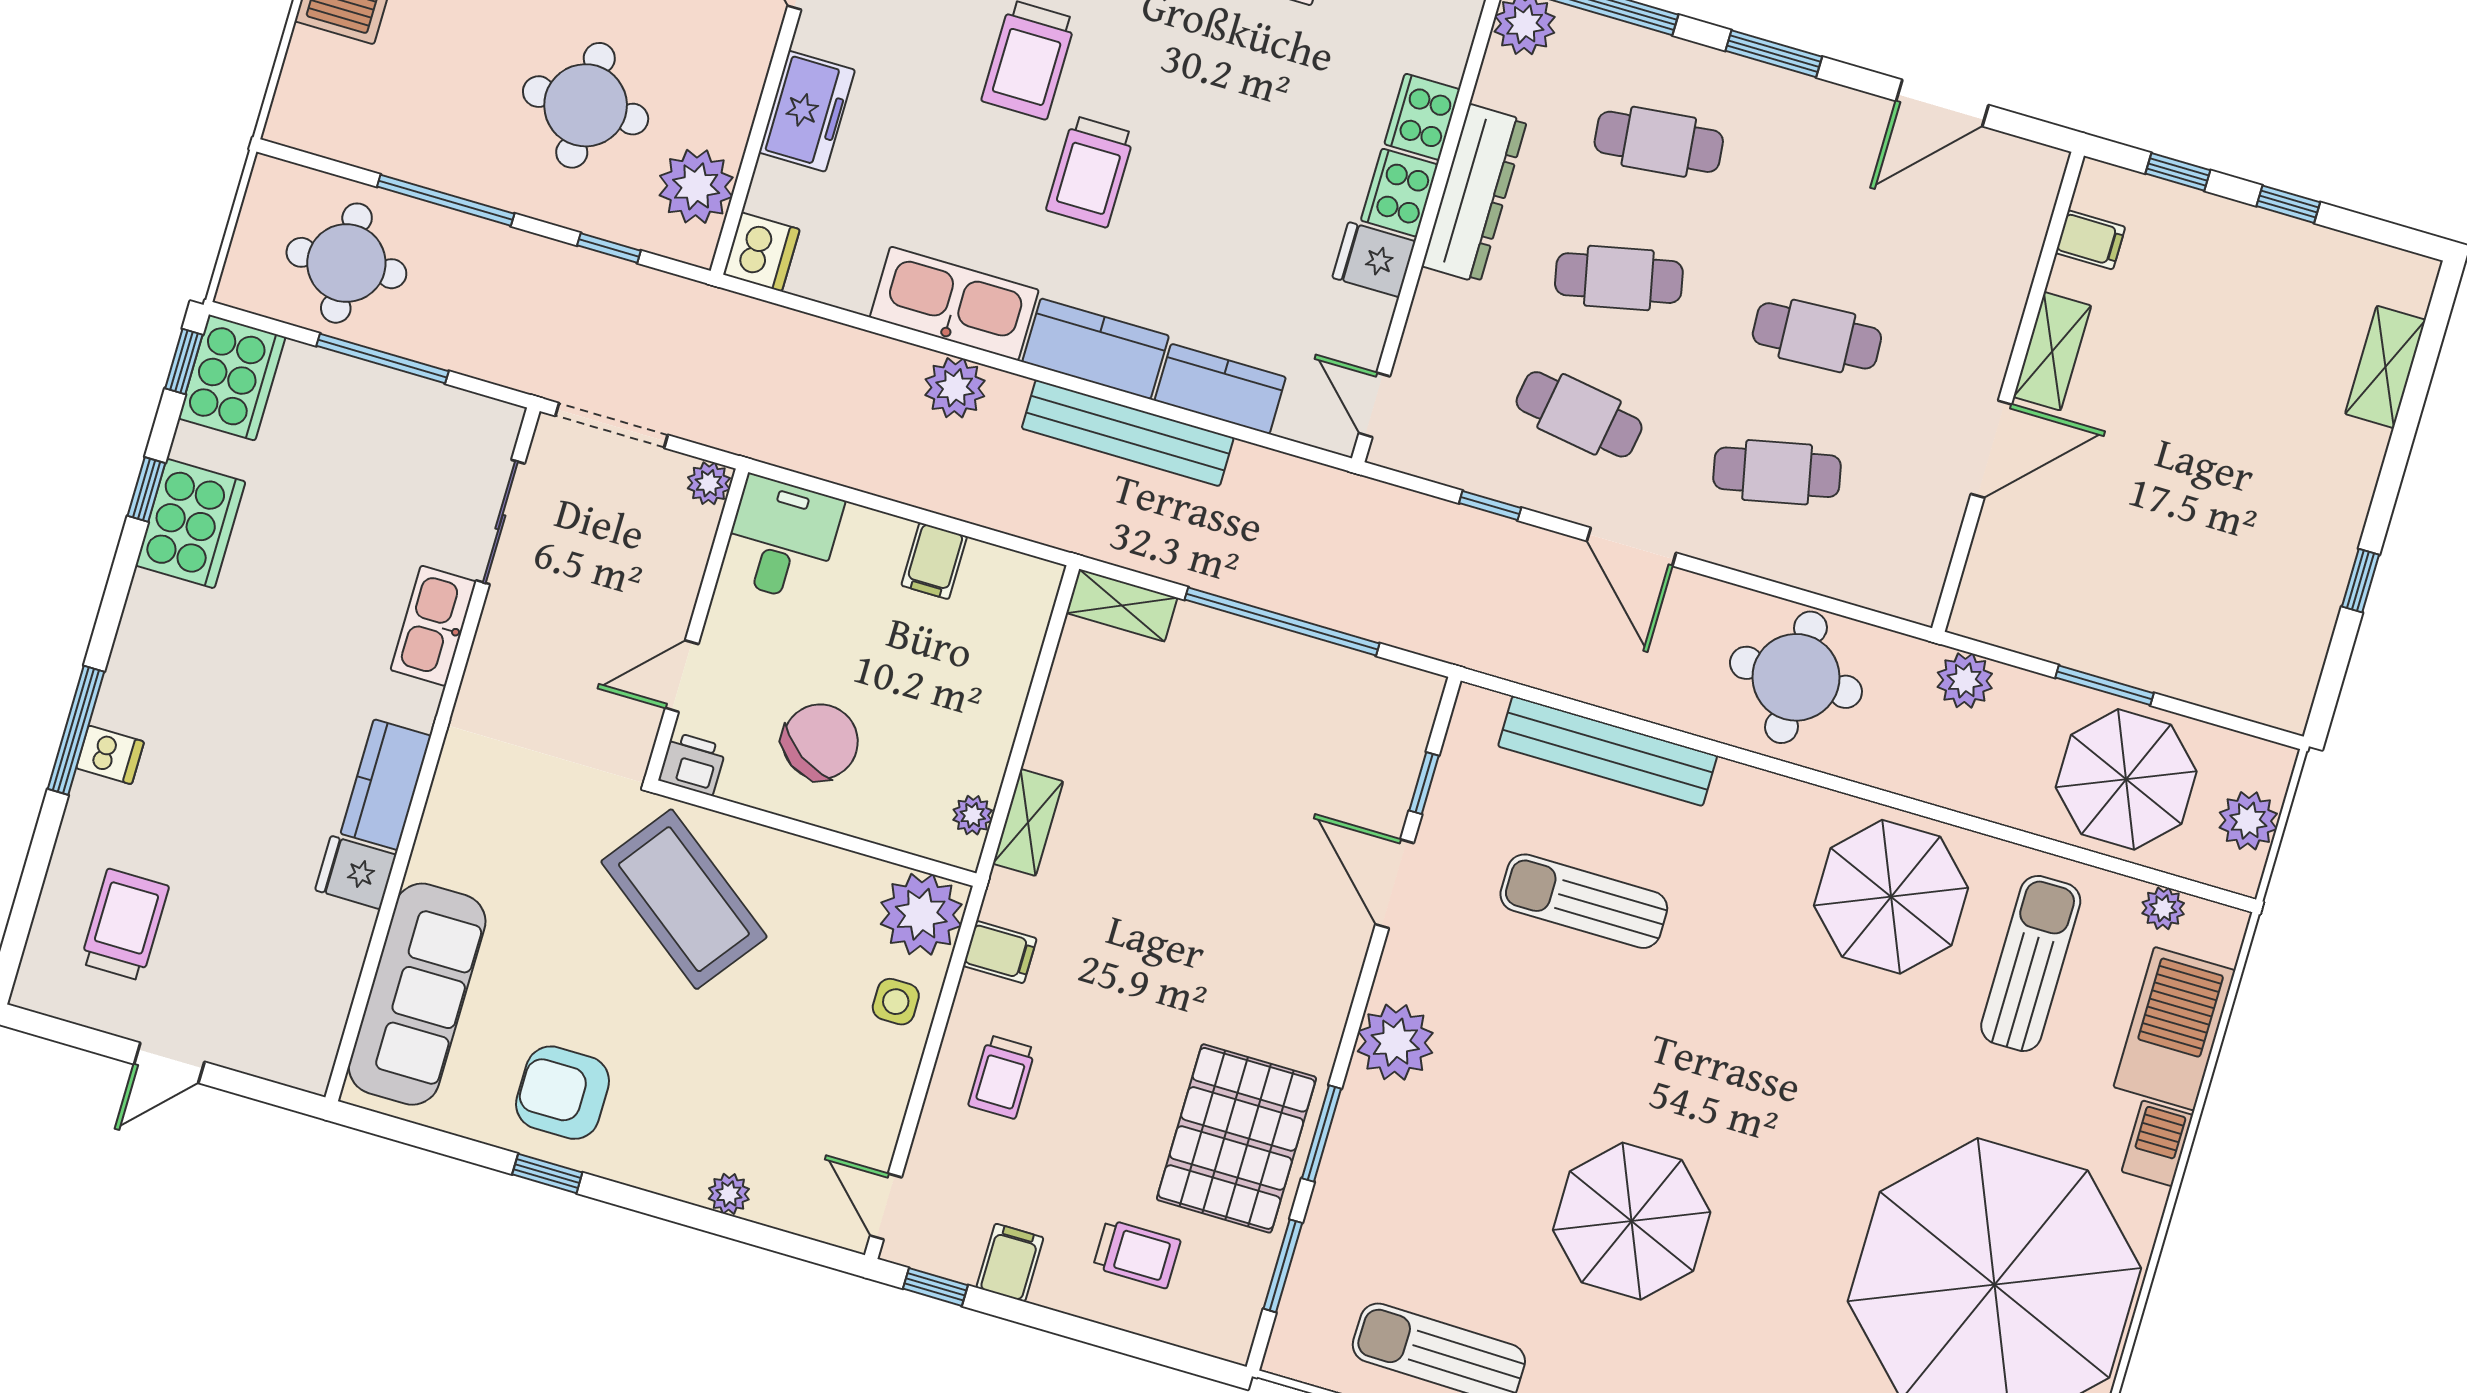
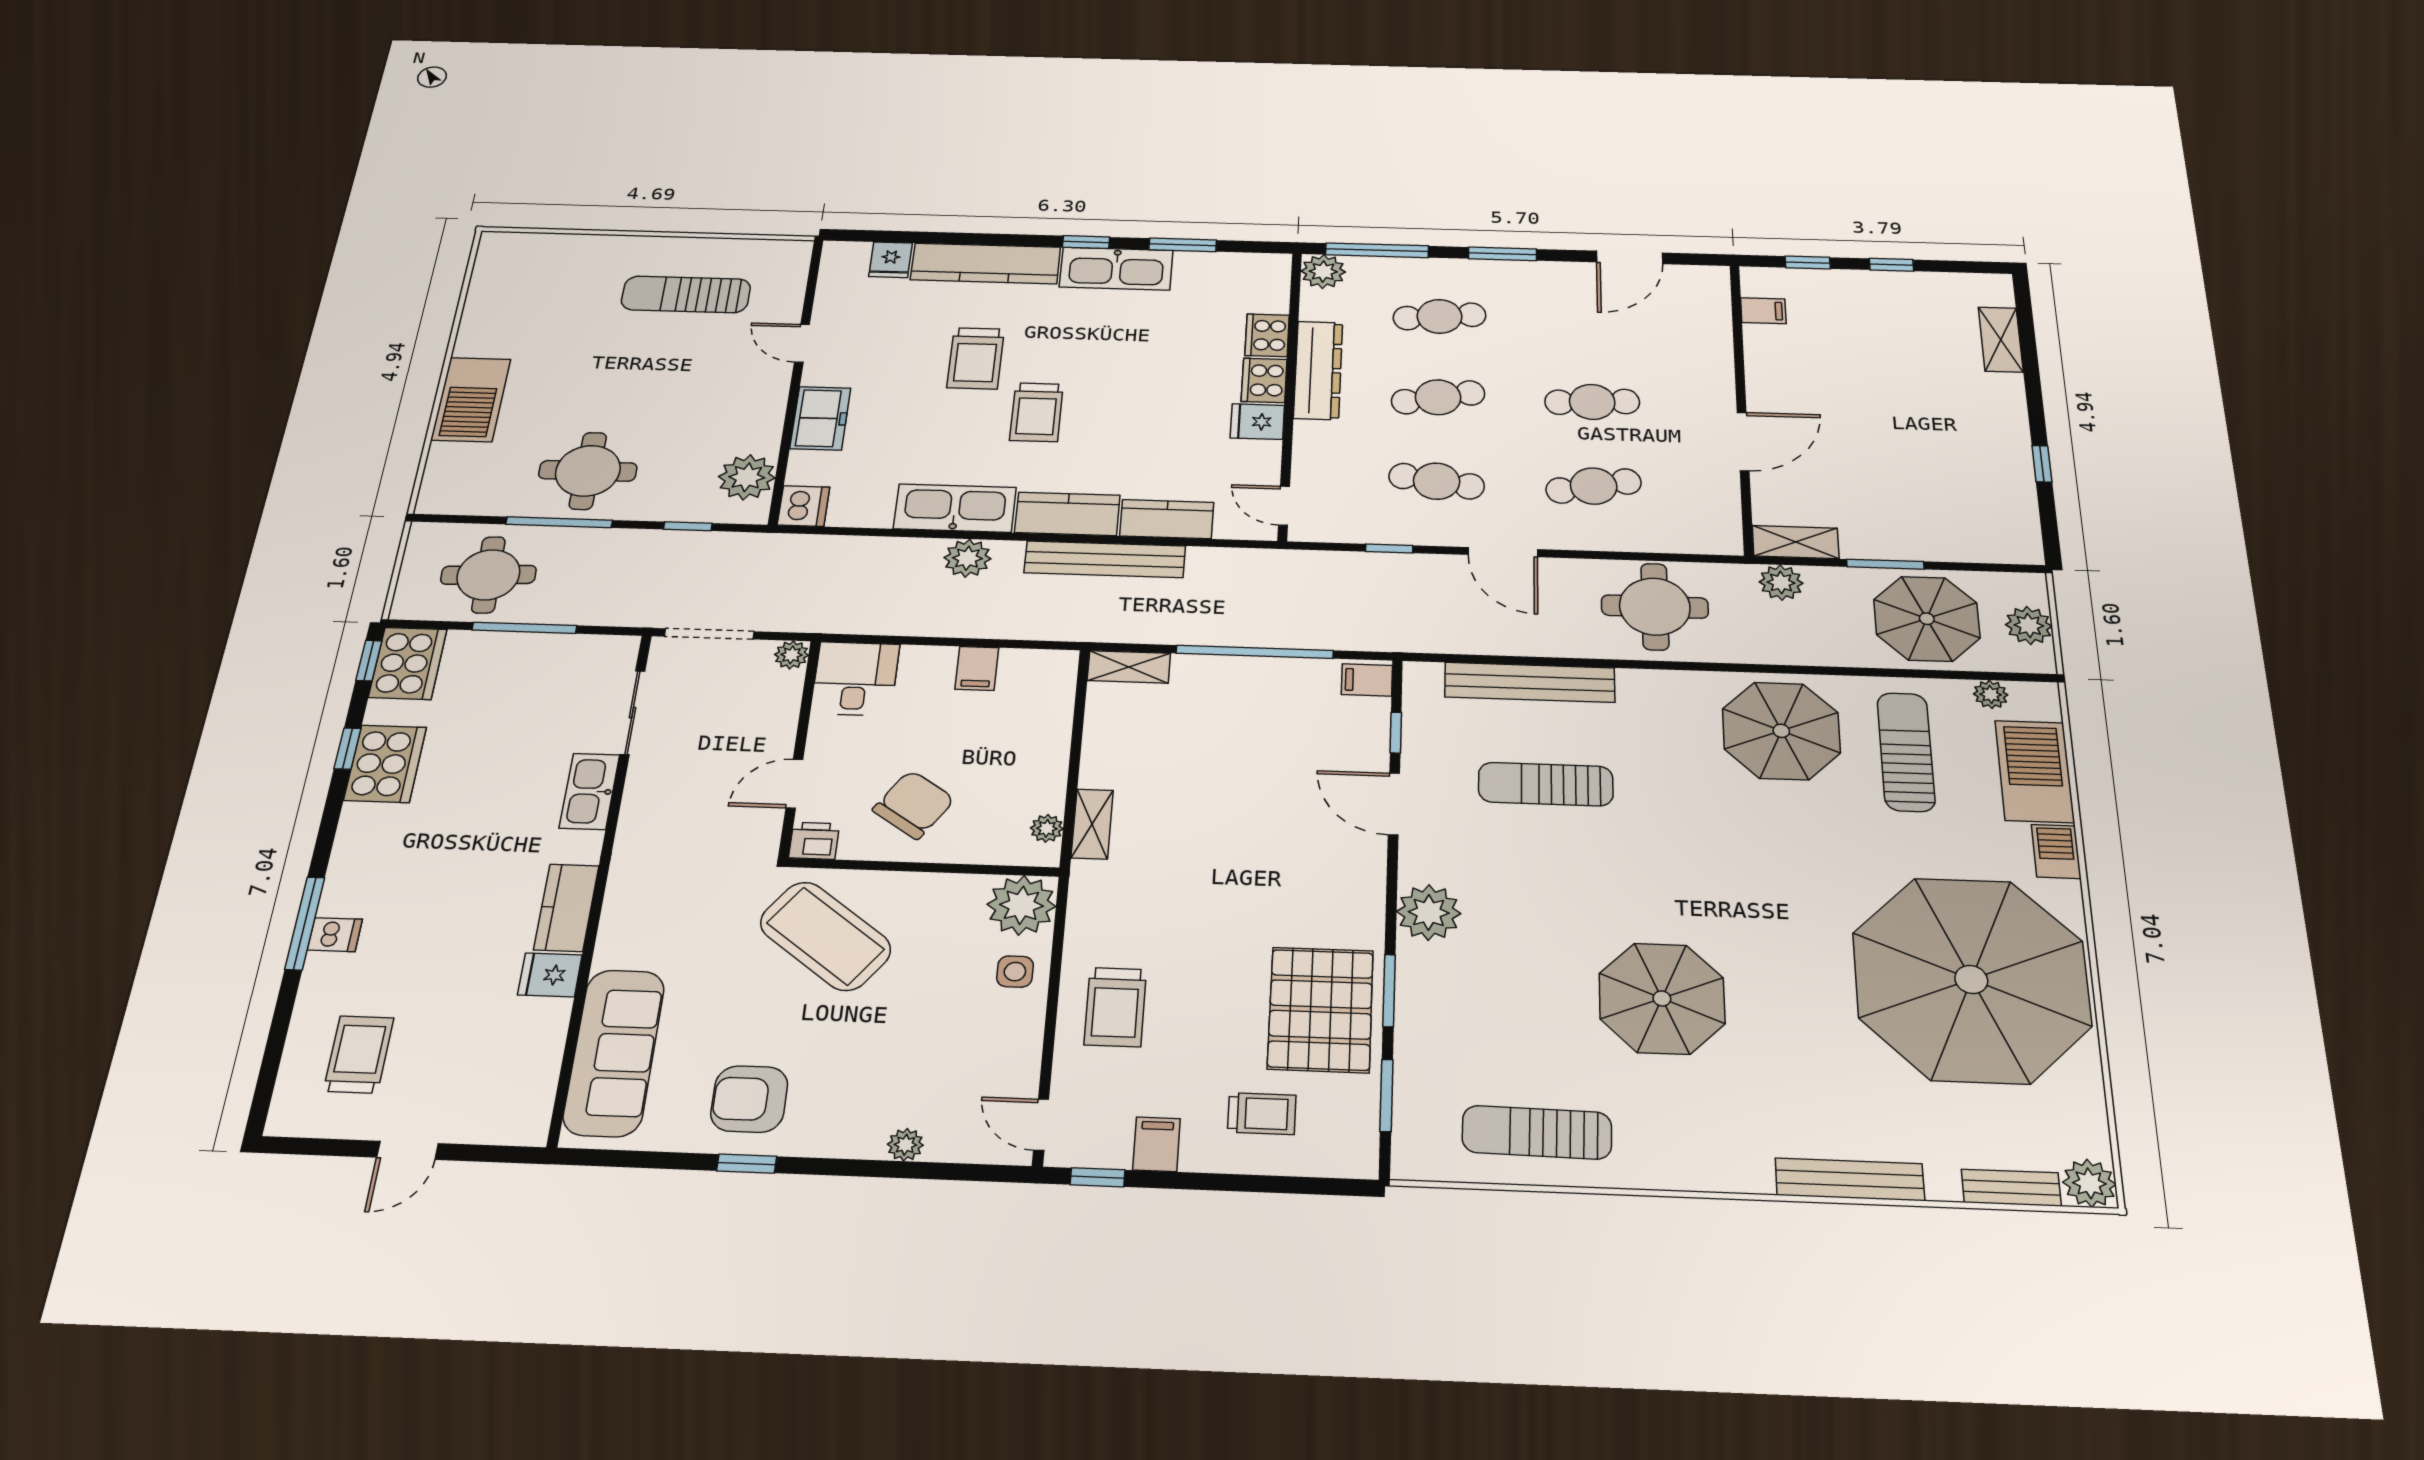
round table: (586, 105) -> (588, 471), moved
shelving: (2052, 351) -> (1796, 542), moved, turned 90
filing cabinet: (1000, 952) -> (1367, 680), moved, turned 180
trolley: (1002, 1077) -> (1115, 1007), width x1.36, depth x1.39

